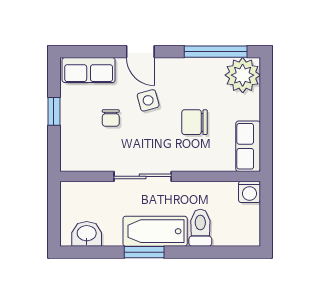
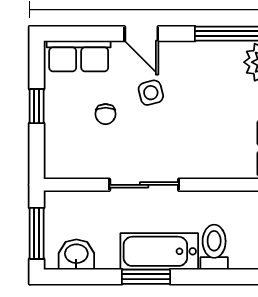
chair: (195, 122) -> (207, 119), removed
window: (54, 216) -> (37, 233), added

